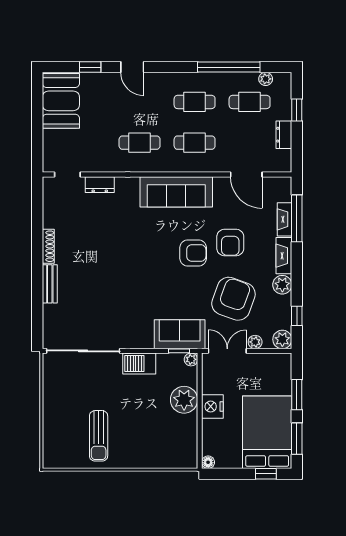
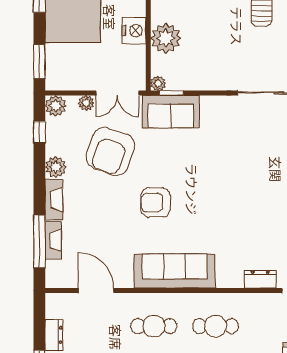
armchair: (230, 242) -> (114, 214), removed
barbecue: (139, 364) -> (216, 79), removed
window: (297, 395) -> (39, 62), moved

